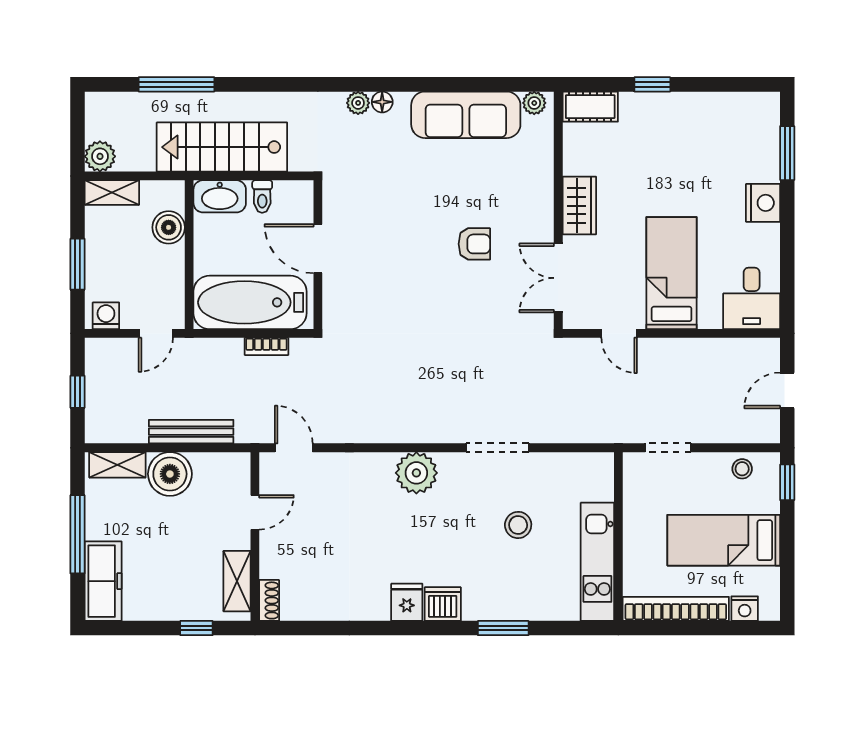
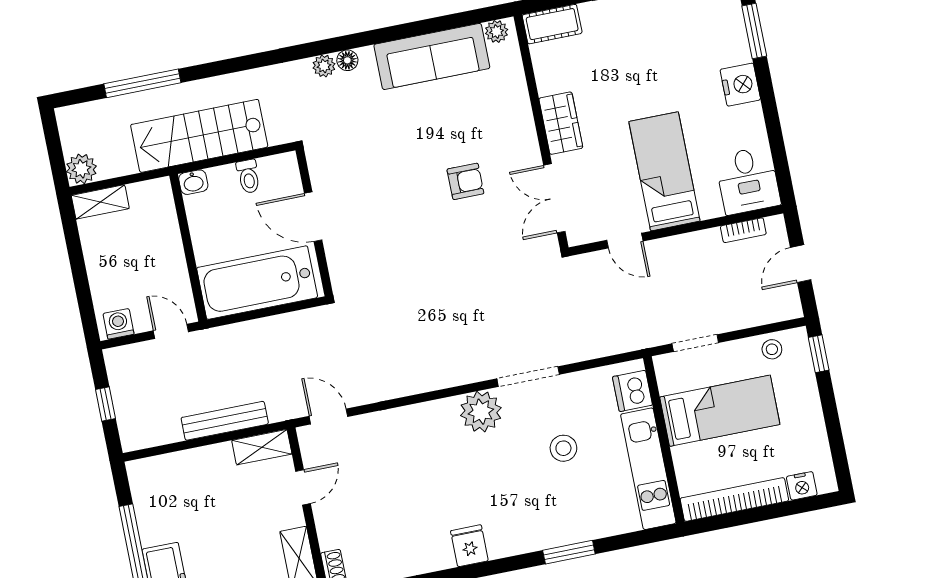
washbasin: (220, 196) -> (193, 182), width x0.52, depth x0.69
boiler: (169, 227) -> (163, 225), removed
window: (78, 264) -> (81, 279), removed
door: (156, 333) -> (171, 331), swing flipped
bookcase: (266, 346) -> (743, 230), moved
shelving: (117, 465) -> (262, 447), moved
plant: (416, 473) -> (481, 412), moved
boiler: (170, 474) -> (212, 466), removed
bed: (724, 540) -> (720, 411), moved, turned 180
dishwasher: (443, 604) -> (633, 391), moved, turned -90

